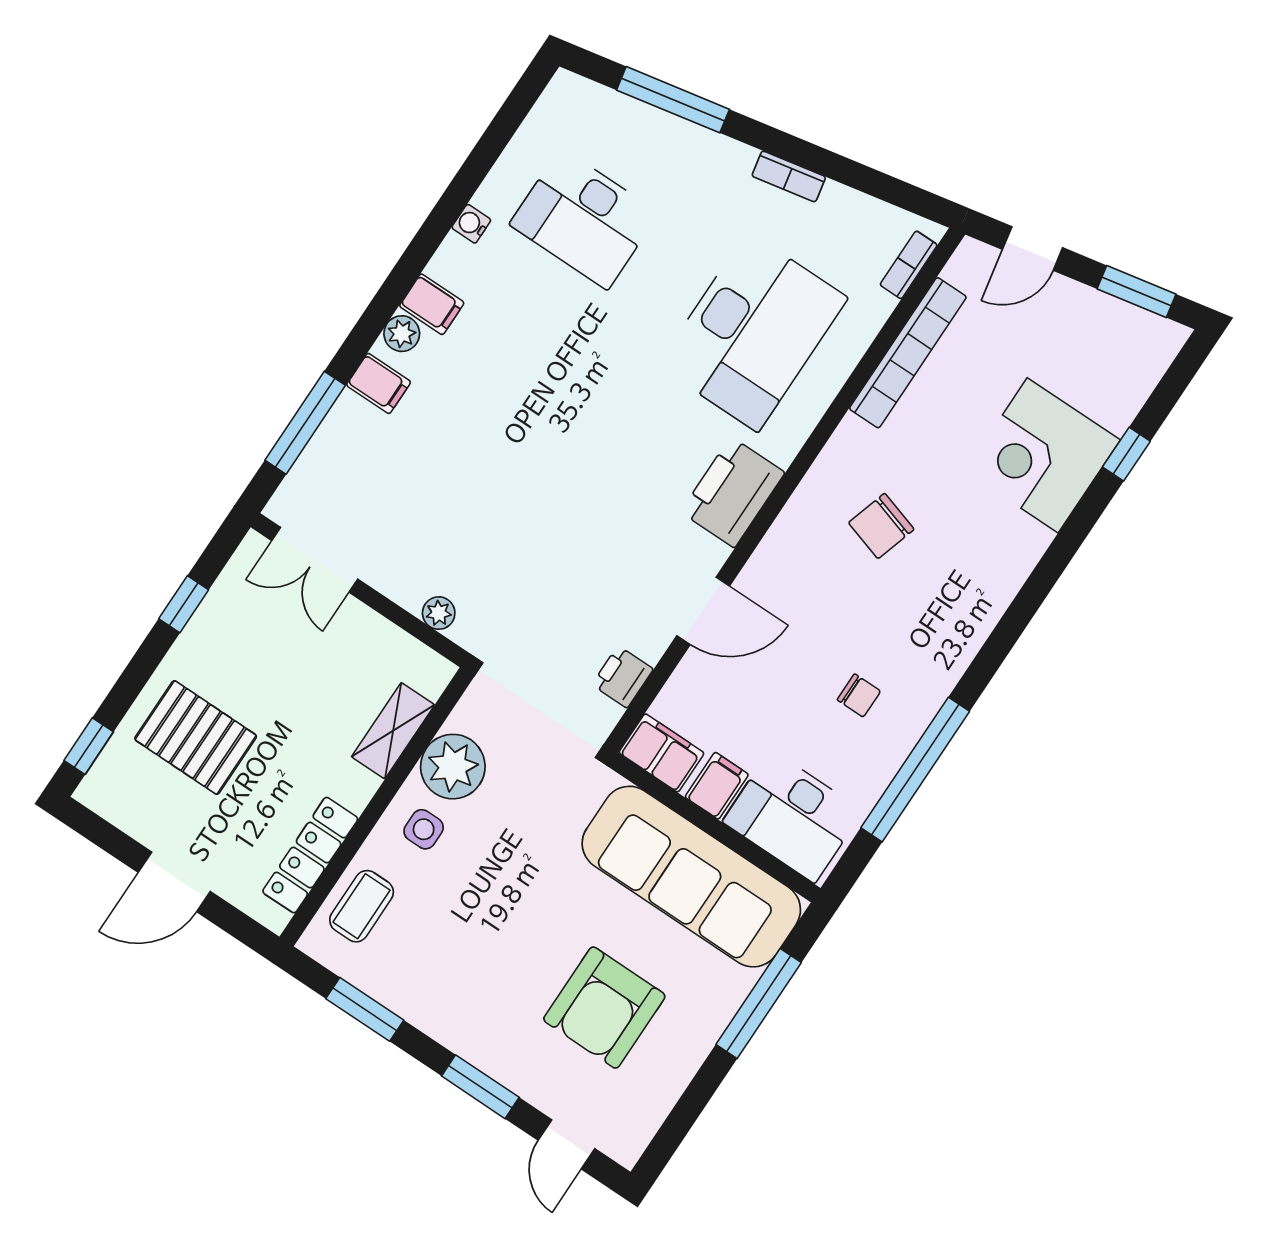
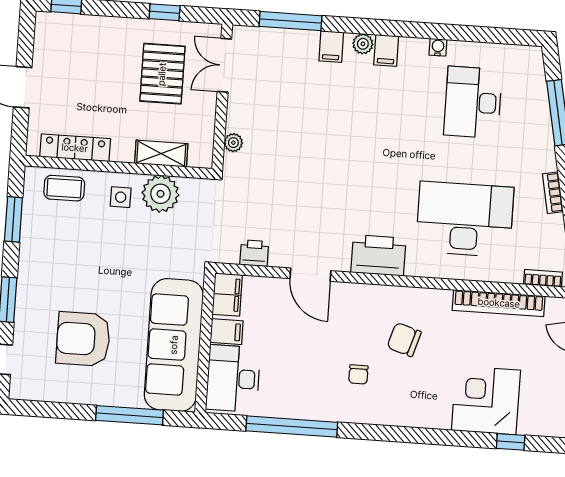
desk: (753, 332) -> (465, 219), turned 180
chair: (859, 695) -> (358, 374), moved
pallet: (196, 737) -> (162, 74), moved

